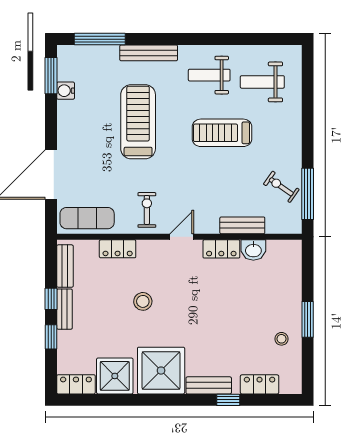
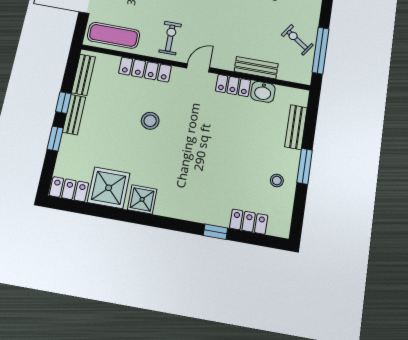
locker: (118, 249) -> (145, 70), width x1.53
shower: (161, 371) -> (142, 199), width x0.54, depth x0.54
bench: (209, 385) -> (296, 127), moved, turned 90

